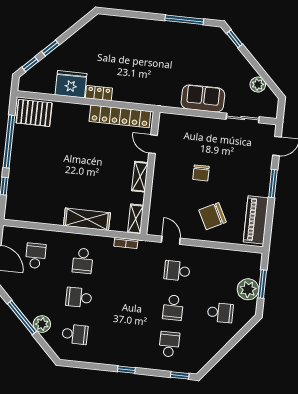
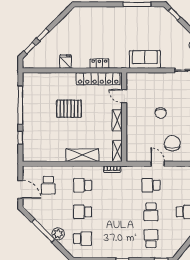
fridge: (71, 84) -> (66, 62), width x0.53, depth x0.75
locker: (99, 93) -> (99, 64), moved
sofa: (203, 98) -> (145, 59), moved
pallet: (34, 113) -> (69, 109), moved
chair: (212, 216) -> (172, 143), turned 117
door: (171, 240) -> (158, 164), moved
school desk: (36, 256) -> (48, 185), turned 180
school desk: (83, 261) -> (83, 185), turned 90

